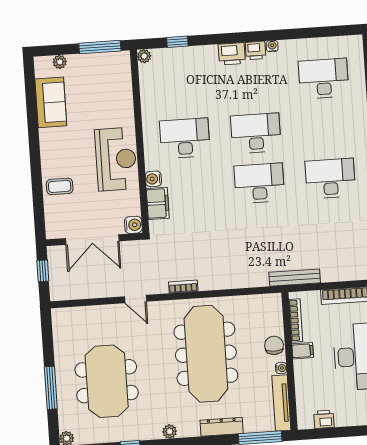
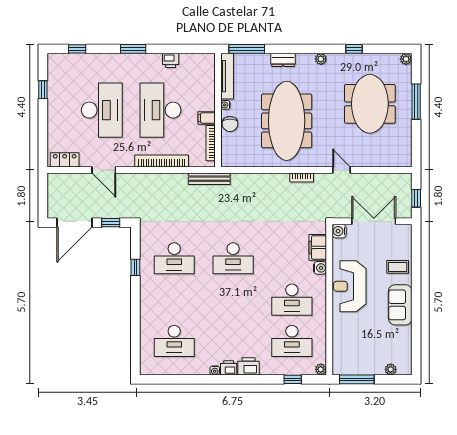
sofa: (51, 102) -> (400, 305), moved
desk: (256, 133) -> (292, 341), moved
printer: (324, 419) -> (171, 60), moved
dresser: (222, 427) -> (283, 60), width x0.70

